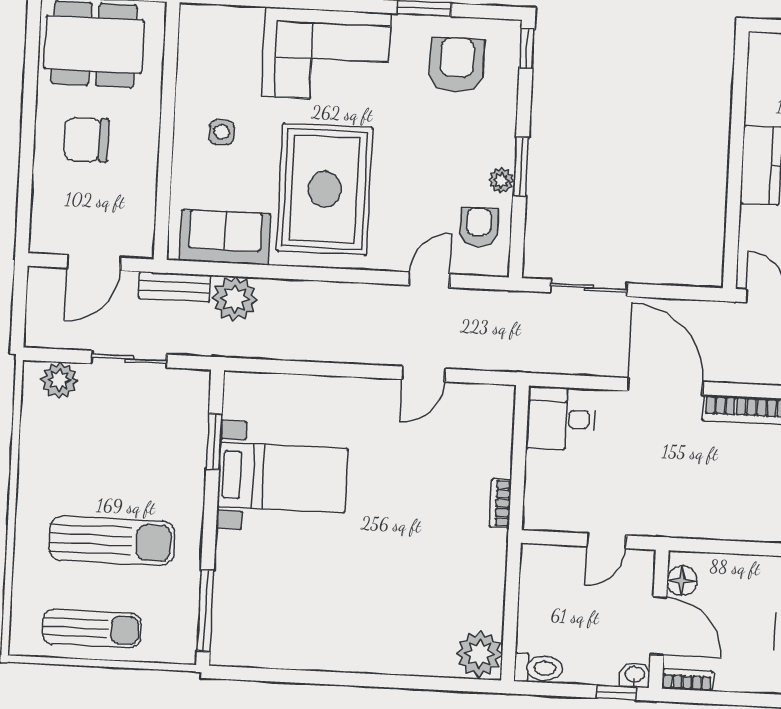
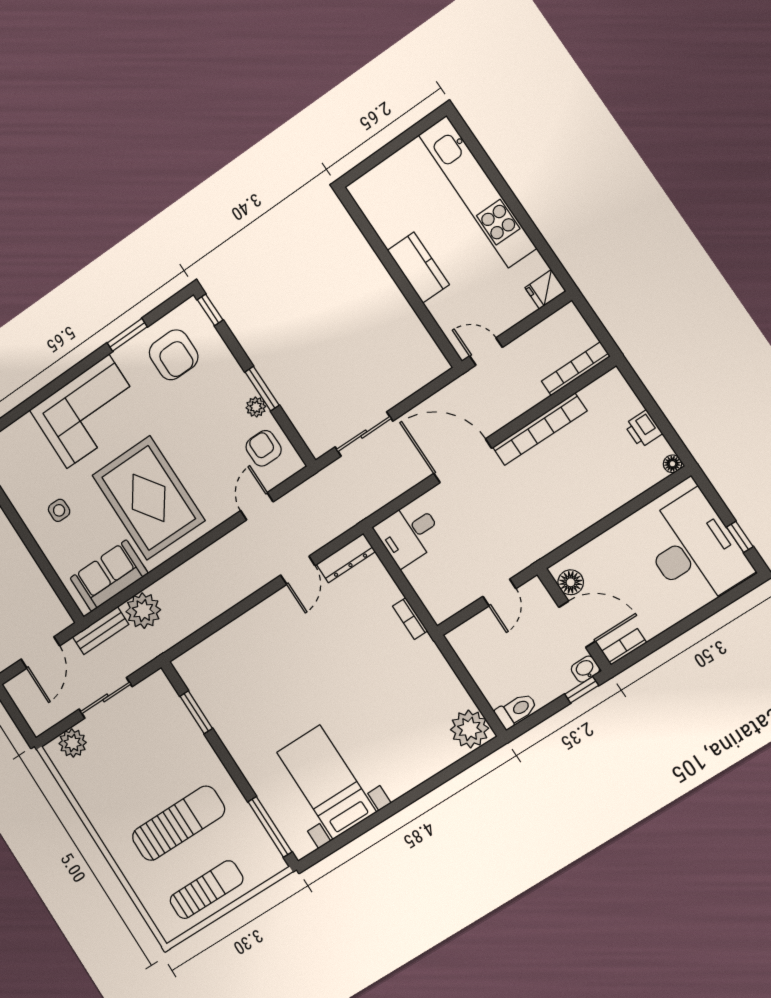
armchair: (457, 65) -> (174, 355), turned 180
dresser: (481, 397) -> (346, 558), added
bed with nightstands: (282, 477) -> (326, 782), moved, turned -90

